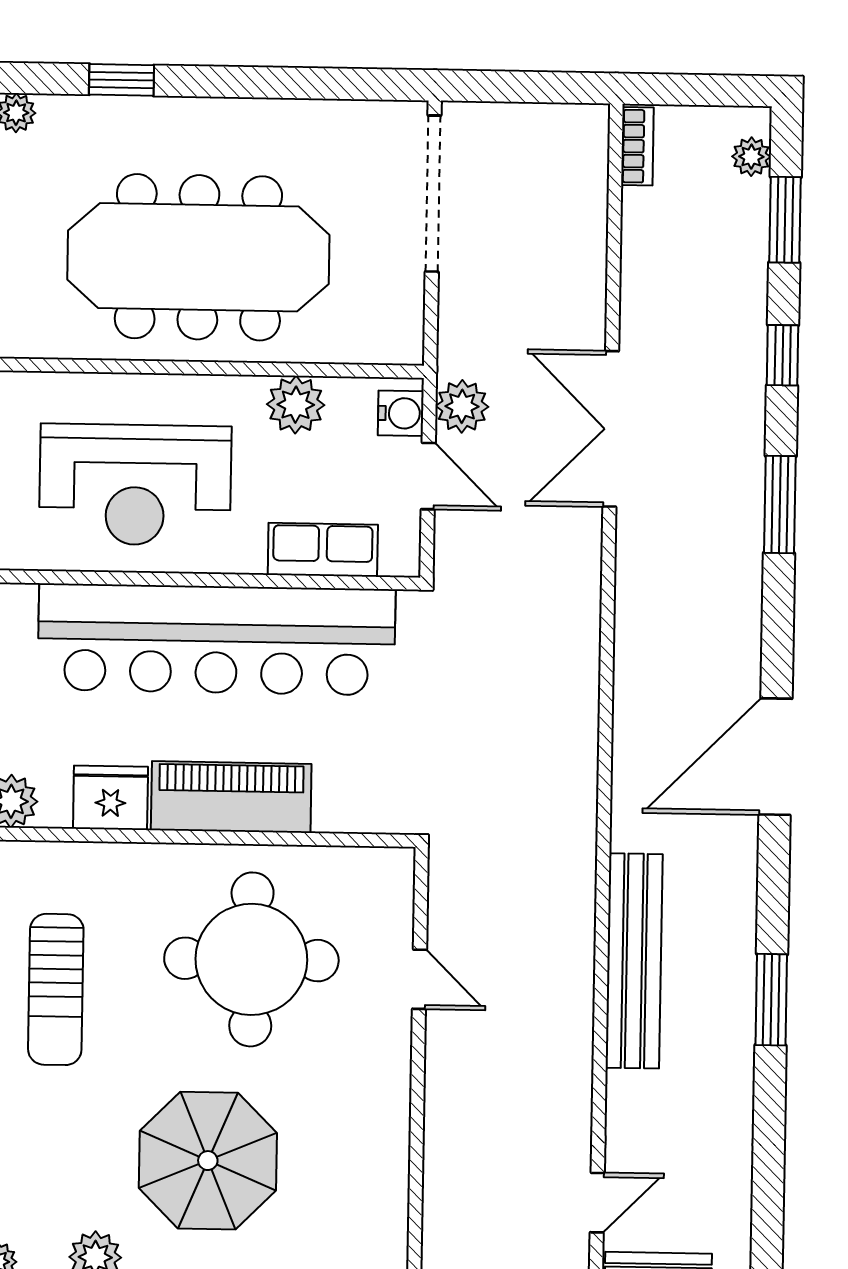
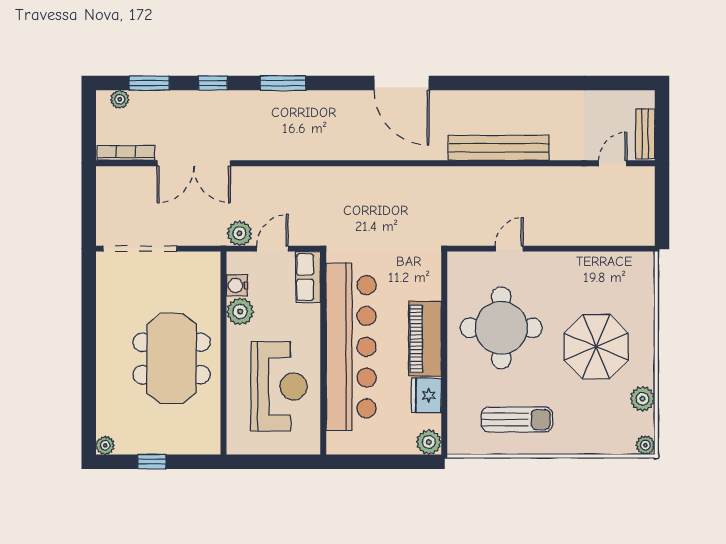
window: (122, 80) -> (89, 396), removed
bookcase: (637, 146) -> (126, 153), width x1.56
meeting table: (198, 257) -> (172, 358), width x0.73
water cooler: (401, 413) -> (237, 285), moved, turned -90
double door: (611, 429) -> (194, 163), moved
row of seats: (323, 550) -> (308, 277), moved
window: (771, 1000) -> (516, 83), removed
door: (597, 1203) -> (613, 163), hinge flipped

